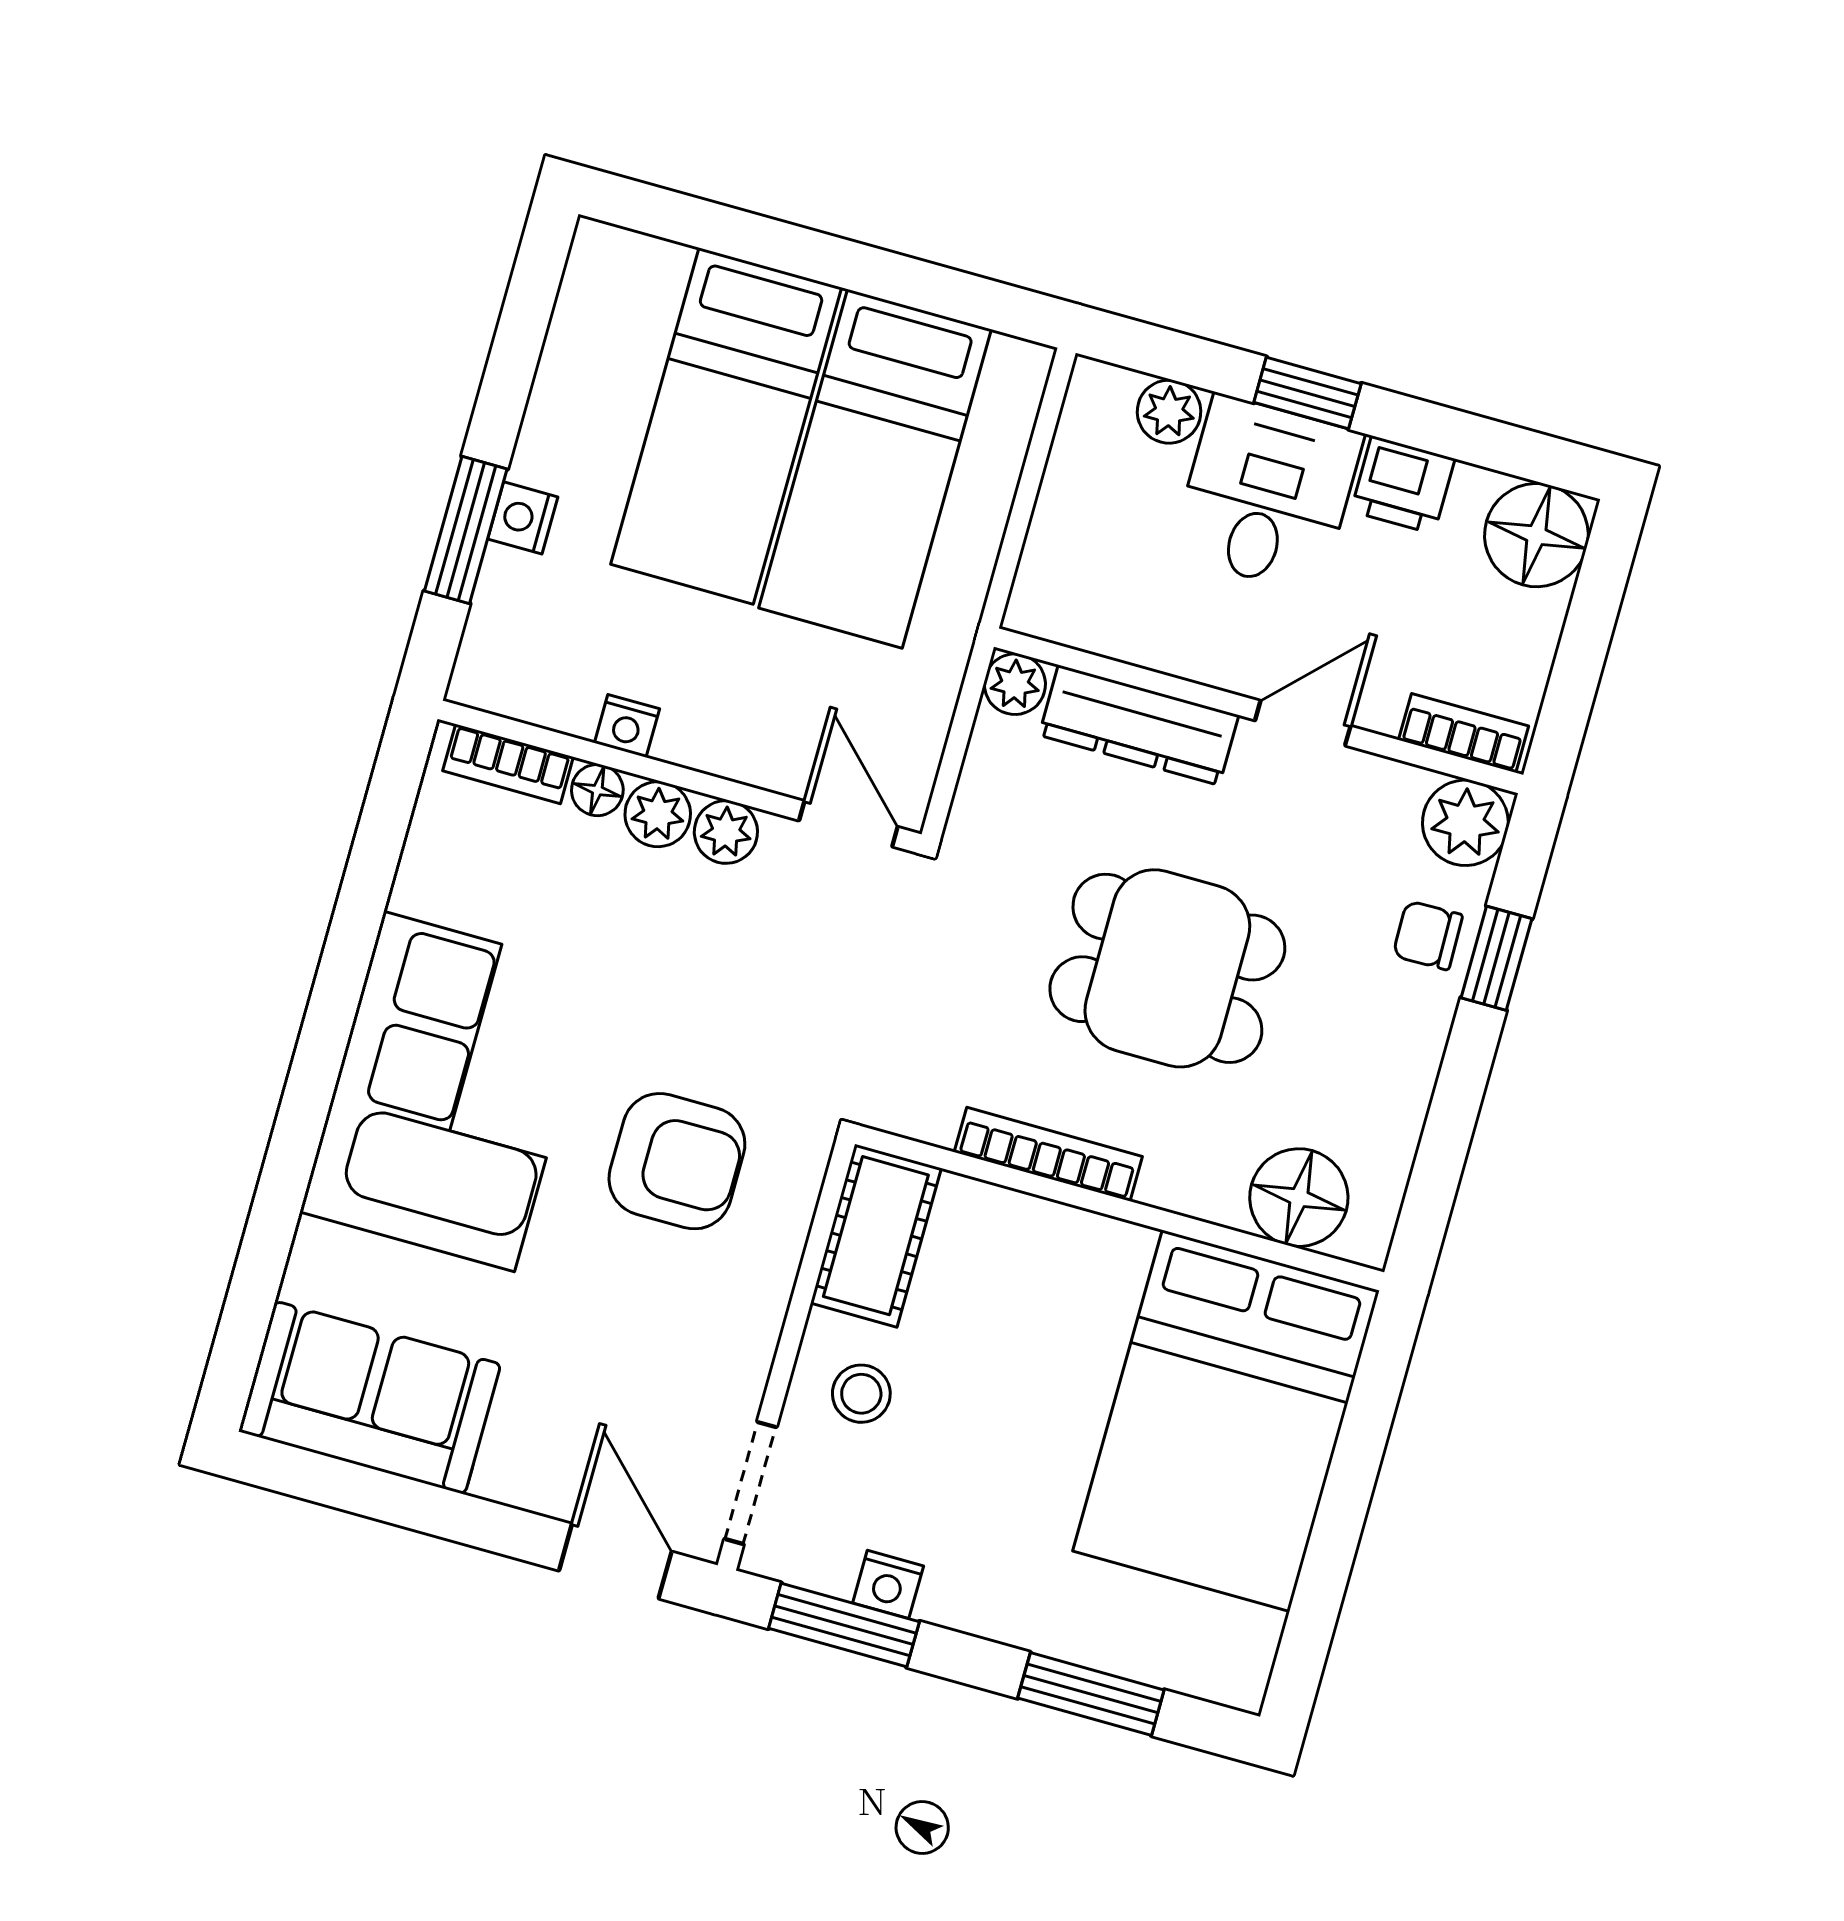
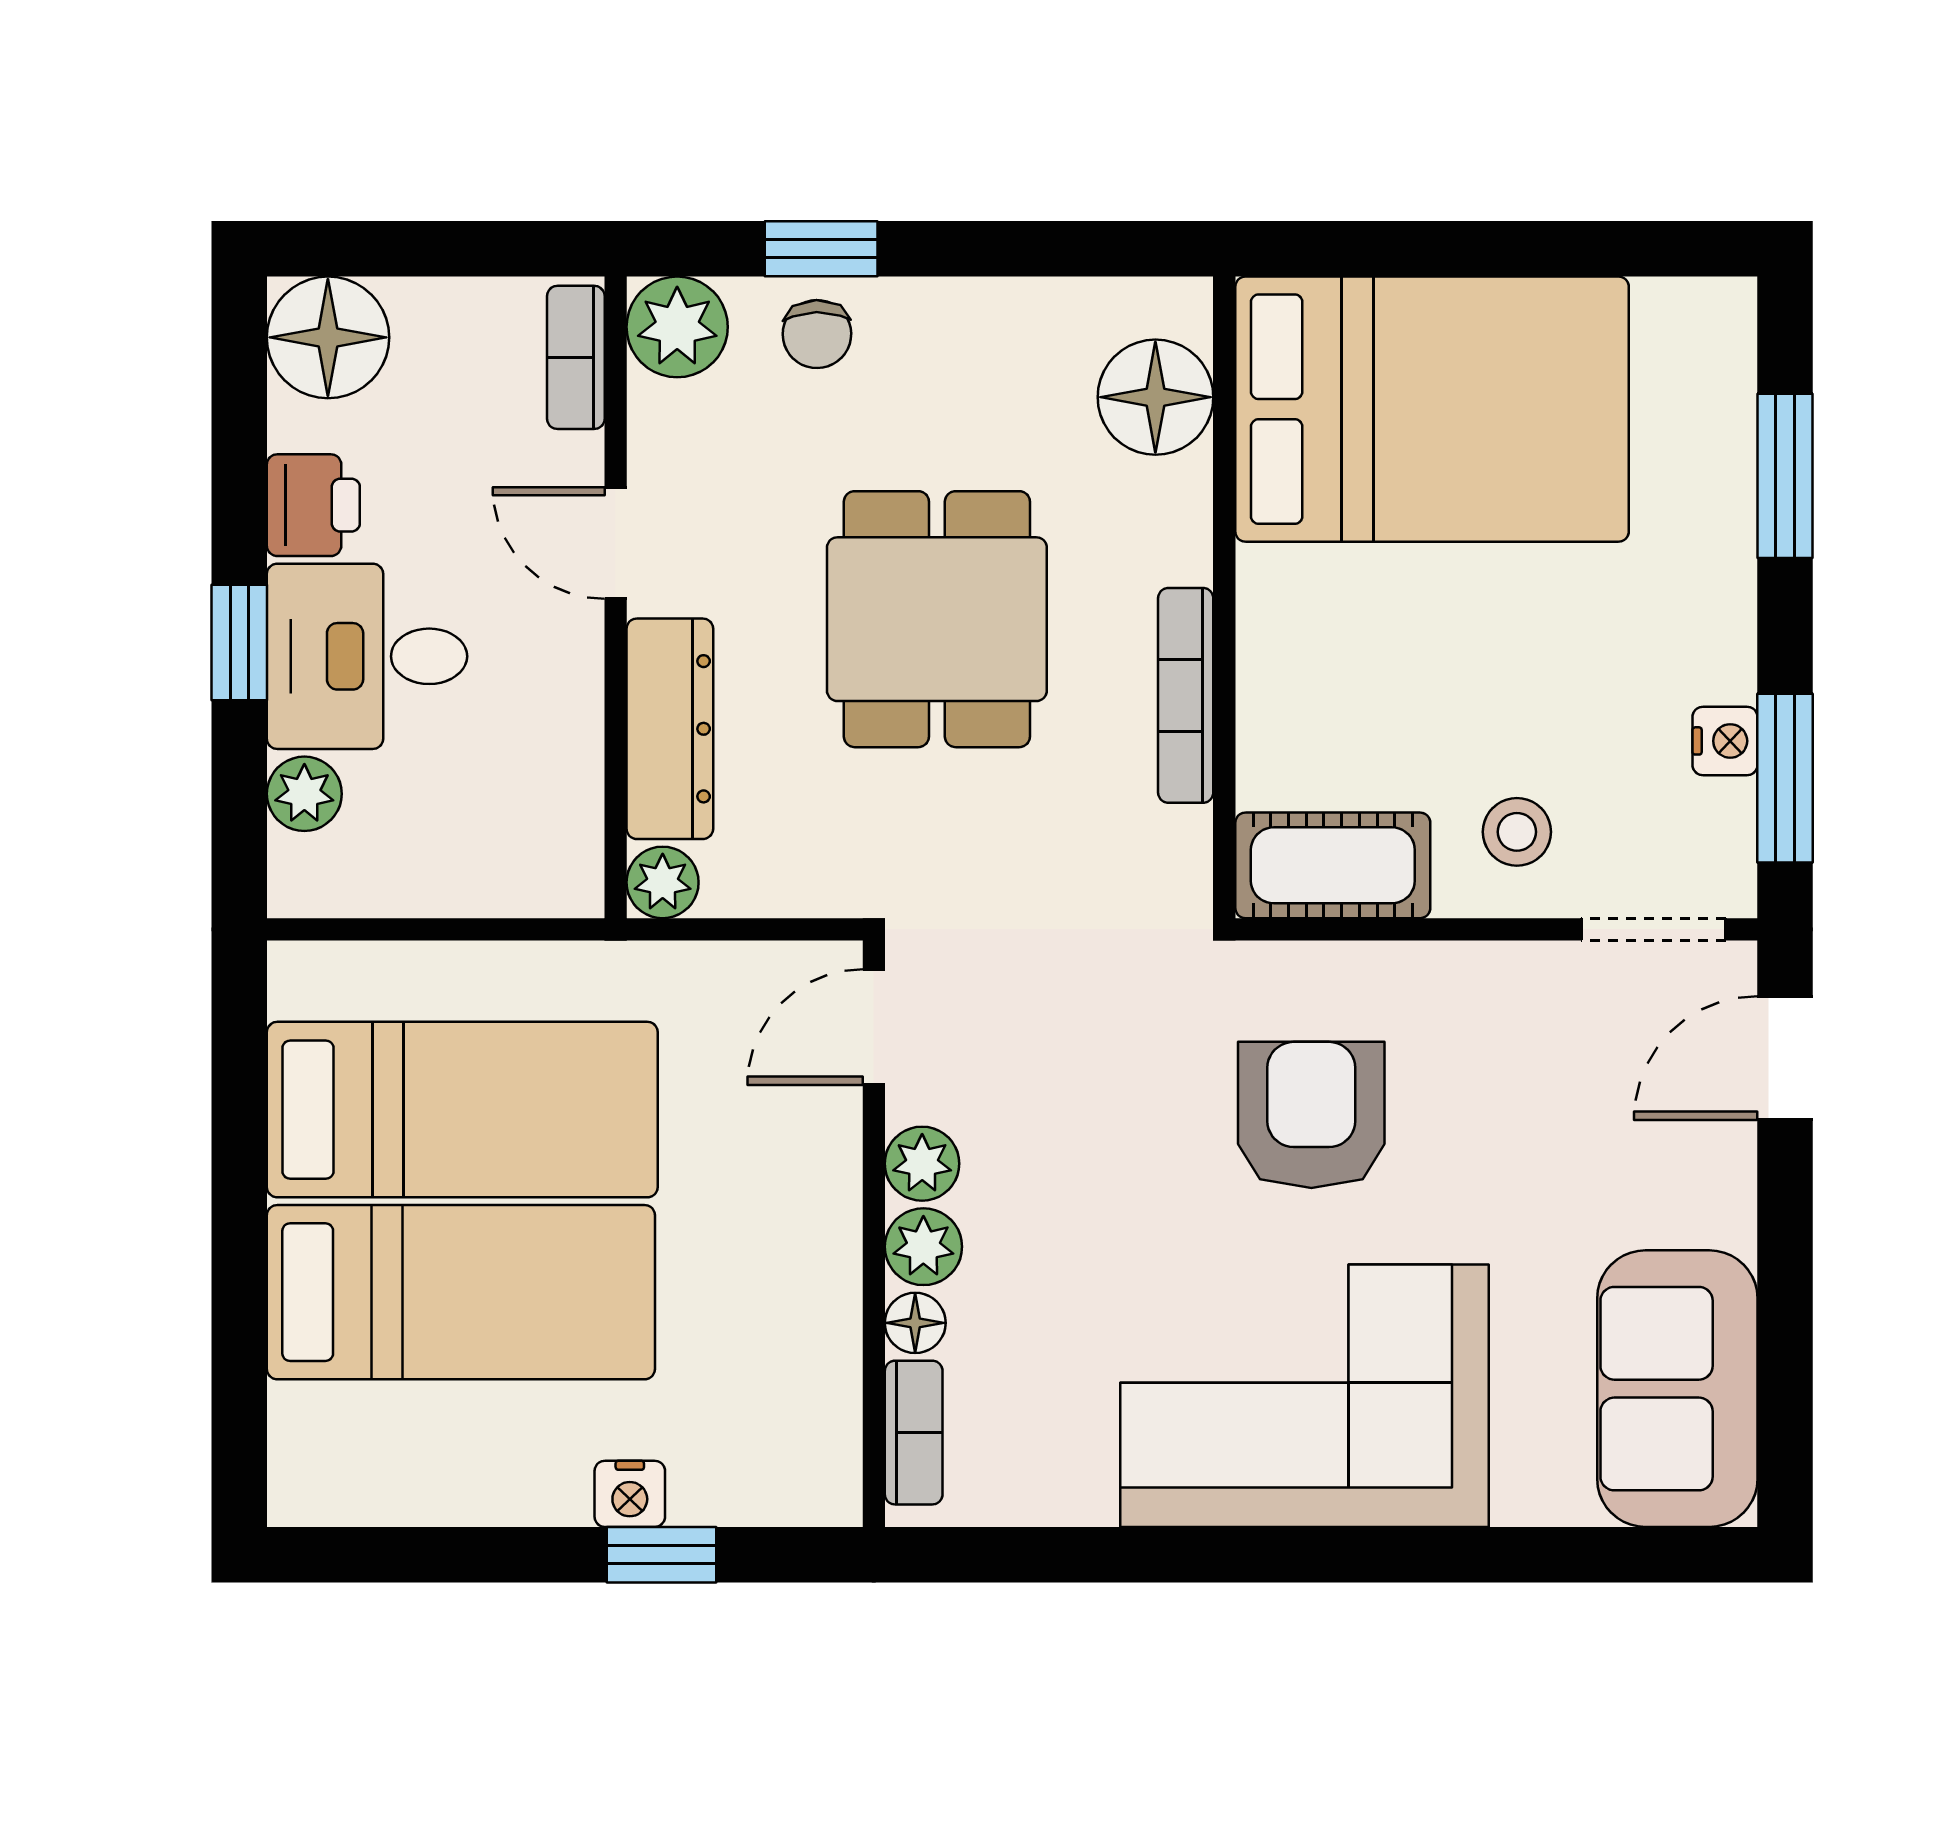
window: (466, 530) -> (662, 1555), width x0.67
nightstand: (627, 726) -> (833, 1310), removed

